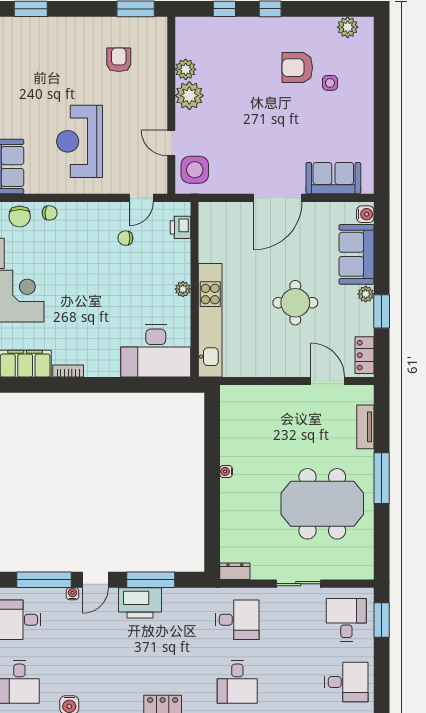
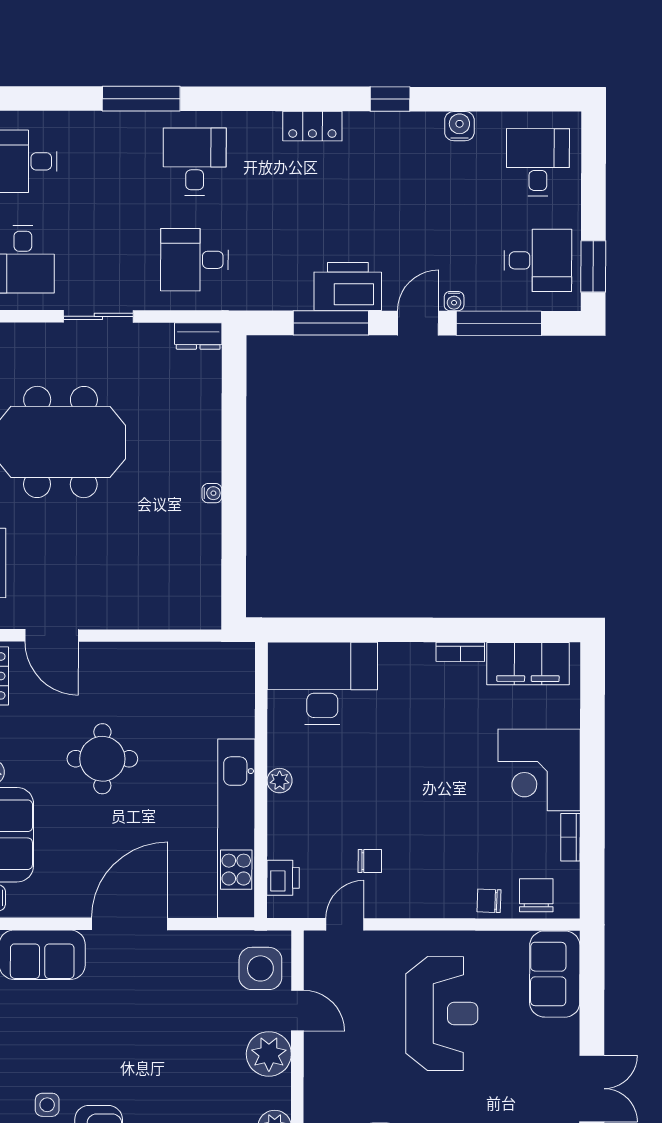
plant: (189, 96) -> (269, 1054), moved
kitchen unit: (210, 320) -> (236, 828), moved

